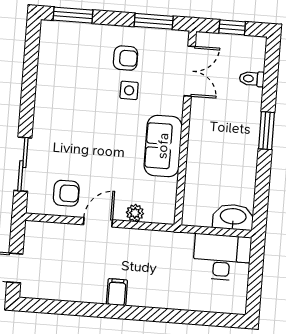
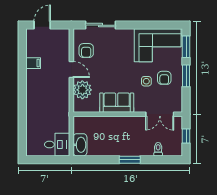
window: (154, 21) -> (186, 76), moved
corner sofa: (67, 65) -> (158, 45), added
plant: (135, 213) -> (82, 90), width x1.87, depth x1.87
desk: (222, 257) -> (57, 145), width x0.73
filing cabinet: (117, 292) -> (33, 63), moved

